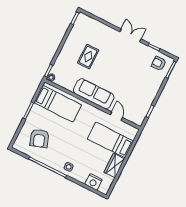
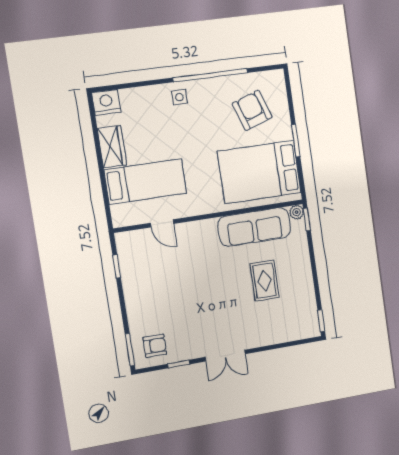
sofa: (94, 94) -> (254, 227), moved
bed: (58, 104) -> (259, 172), width x1.50
nightstand: (93, 182) -> (106, 102), moved

